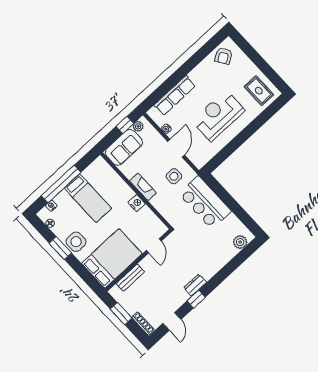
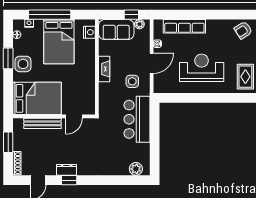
bed: (88, 198) -> (59, 42), width x1.50
nightstand: (137, 203) -> (89, 32), moved
bench: (130, 278) -> (42, 123), width x1.36
dresser: (195, 285) -> (66, 170), moved

